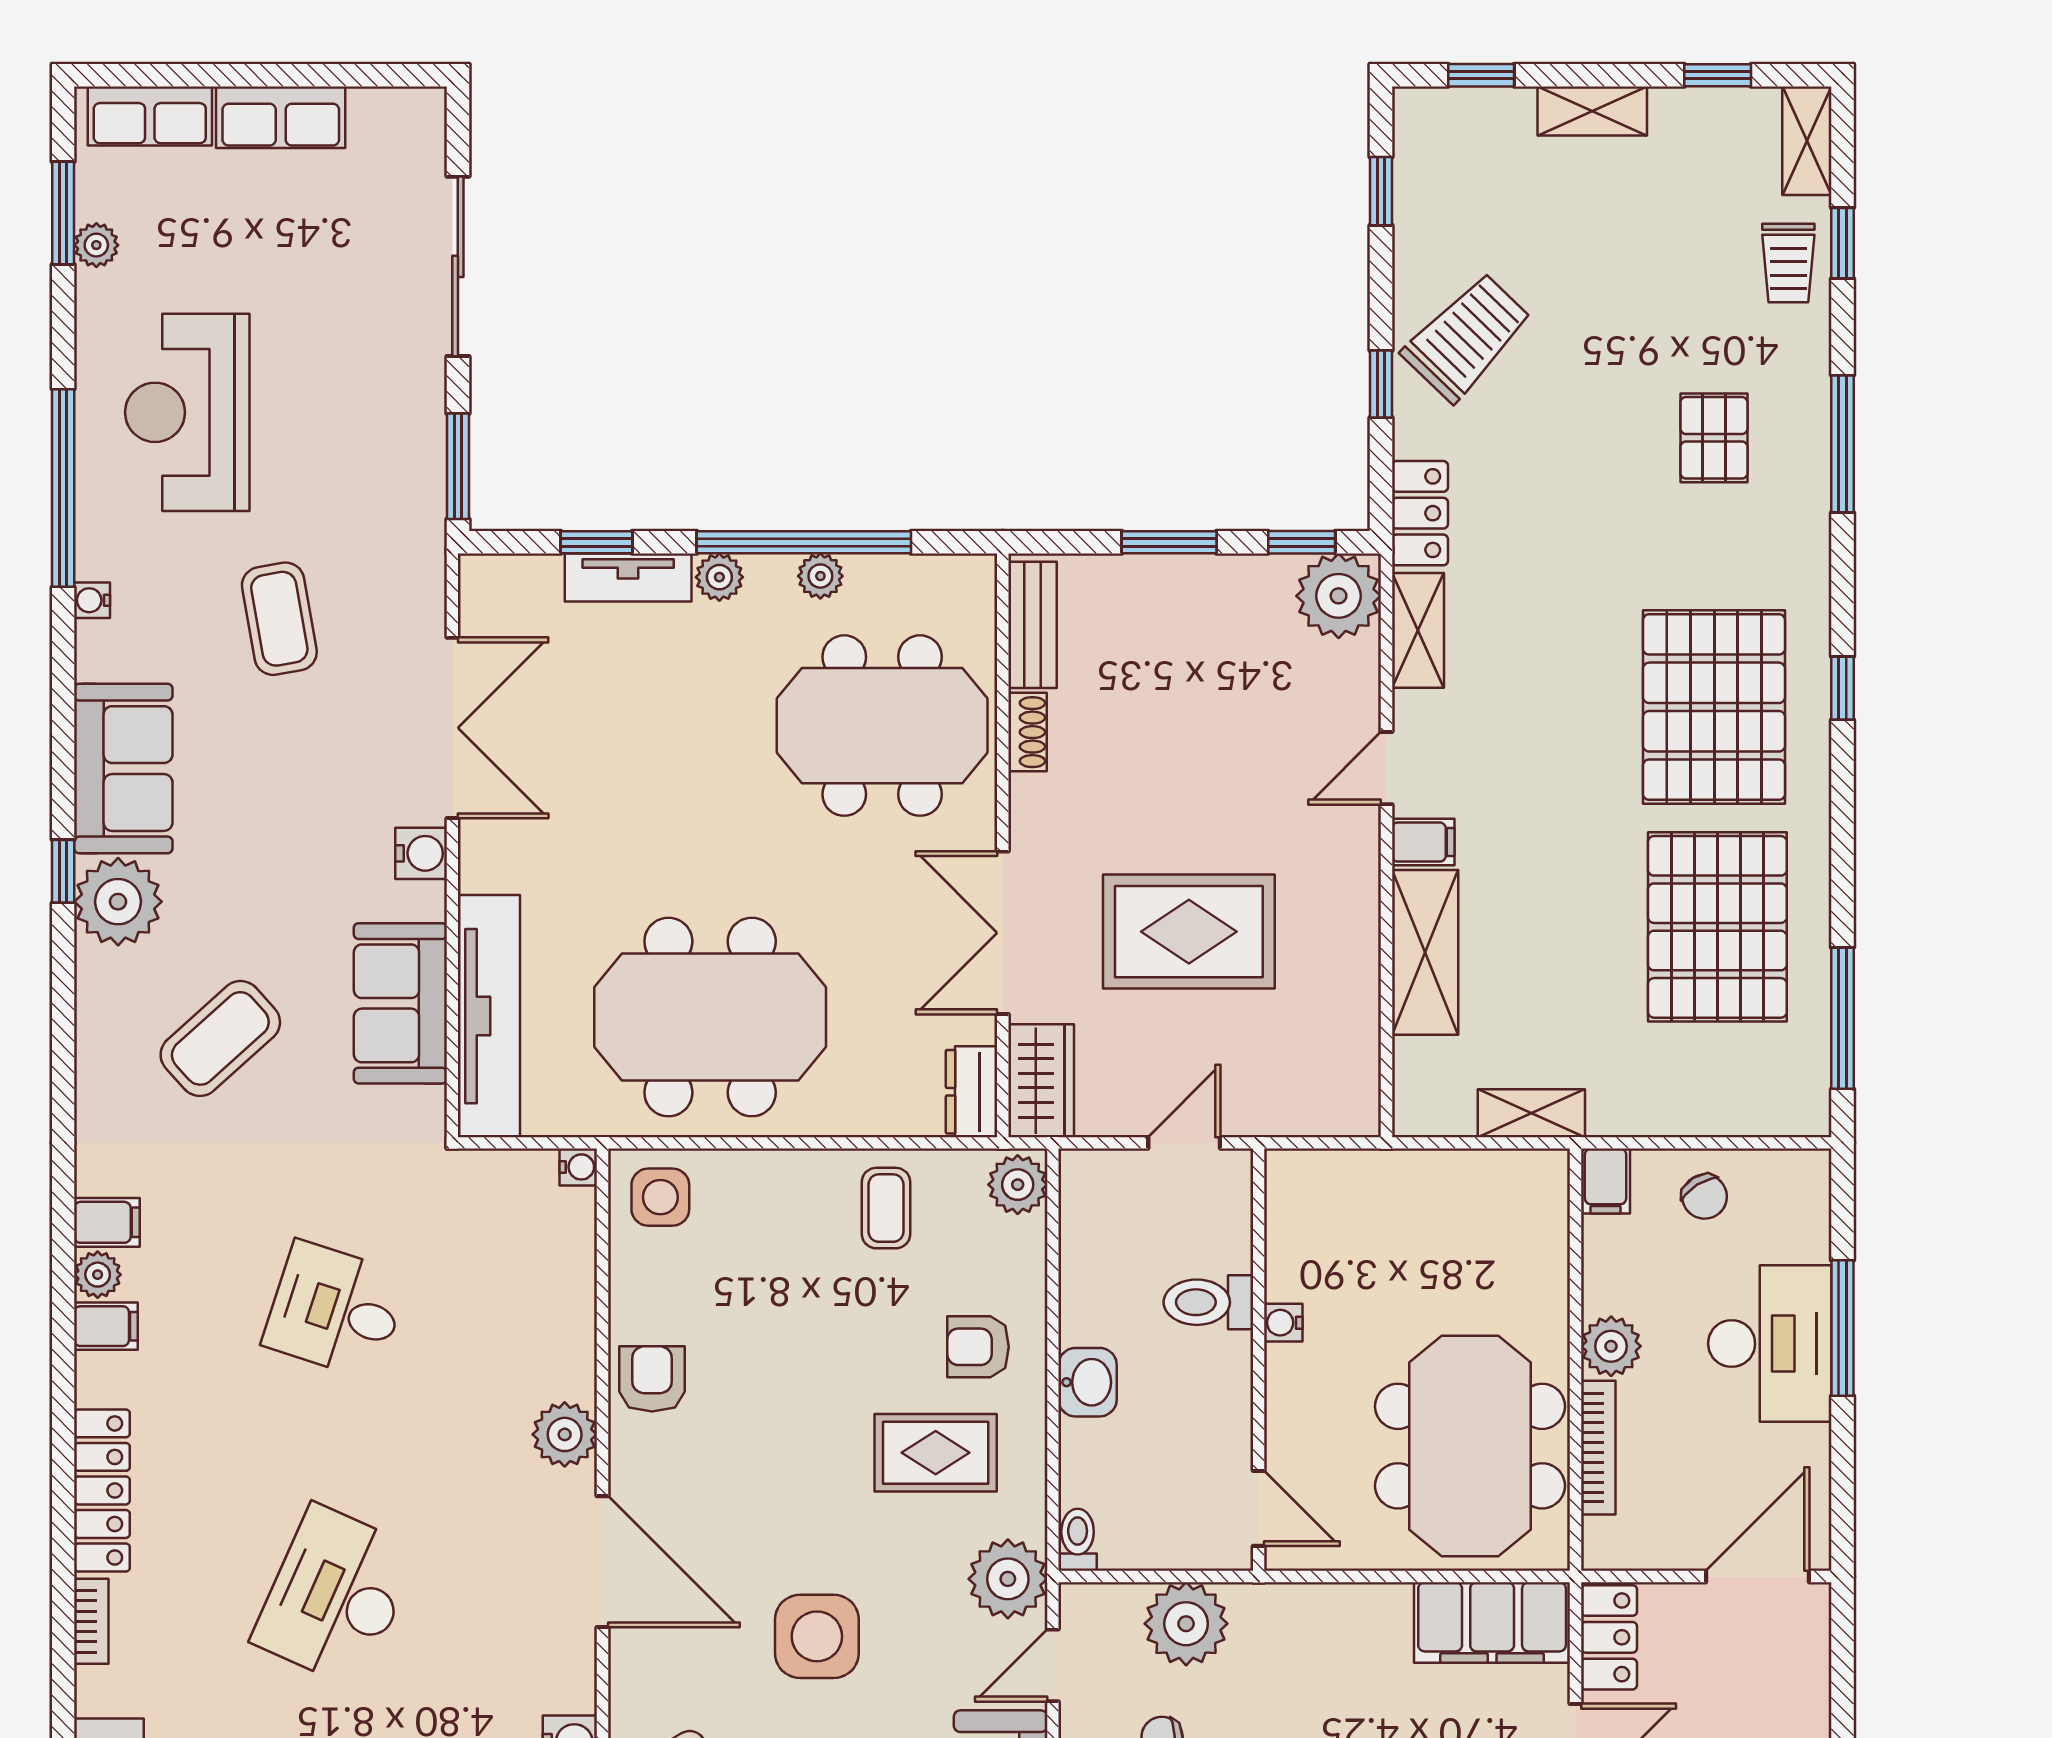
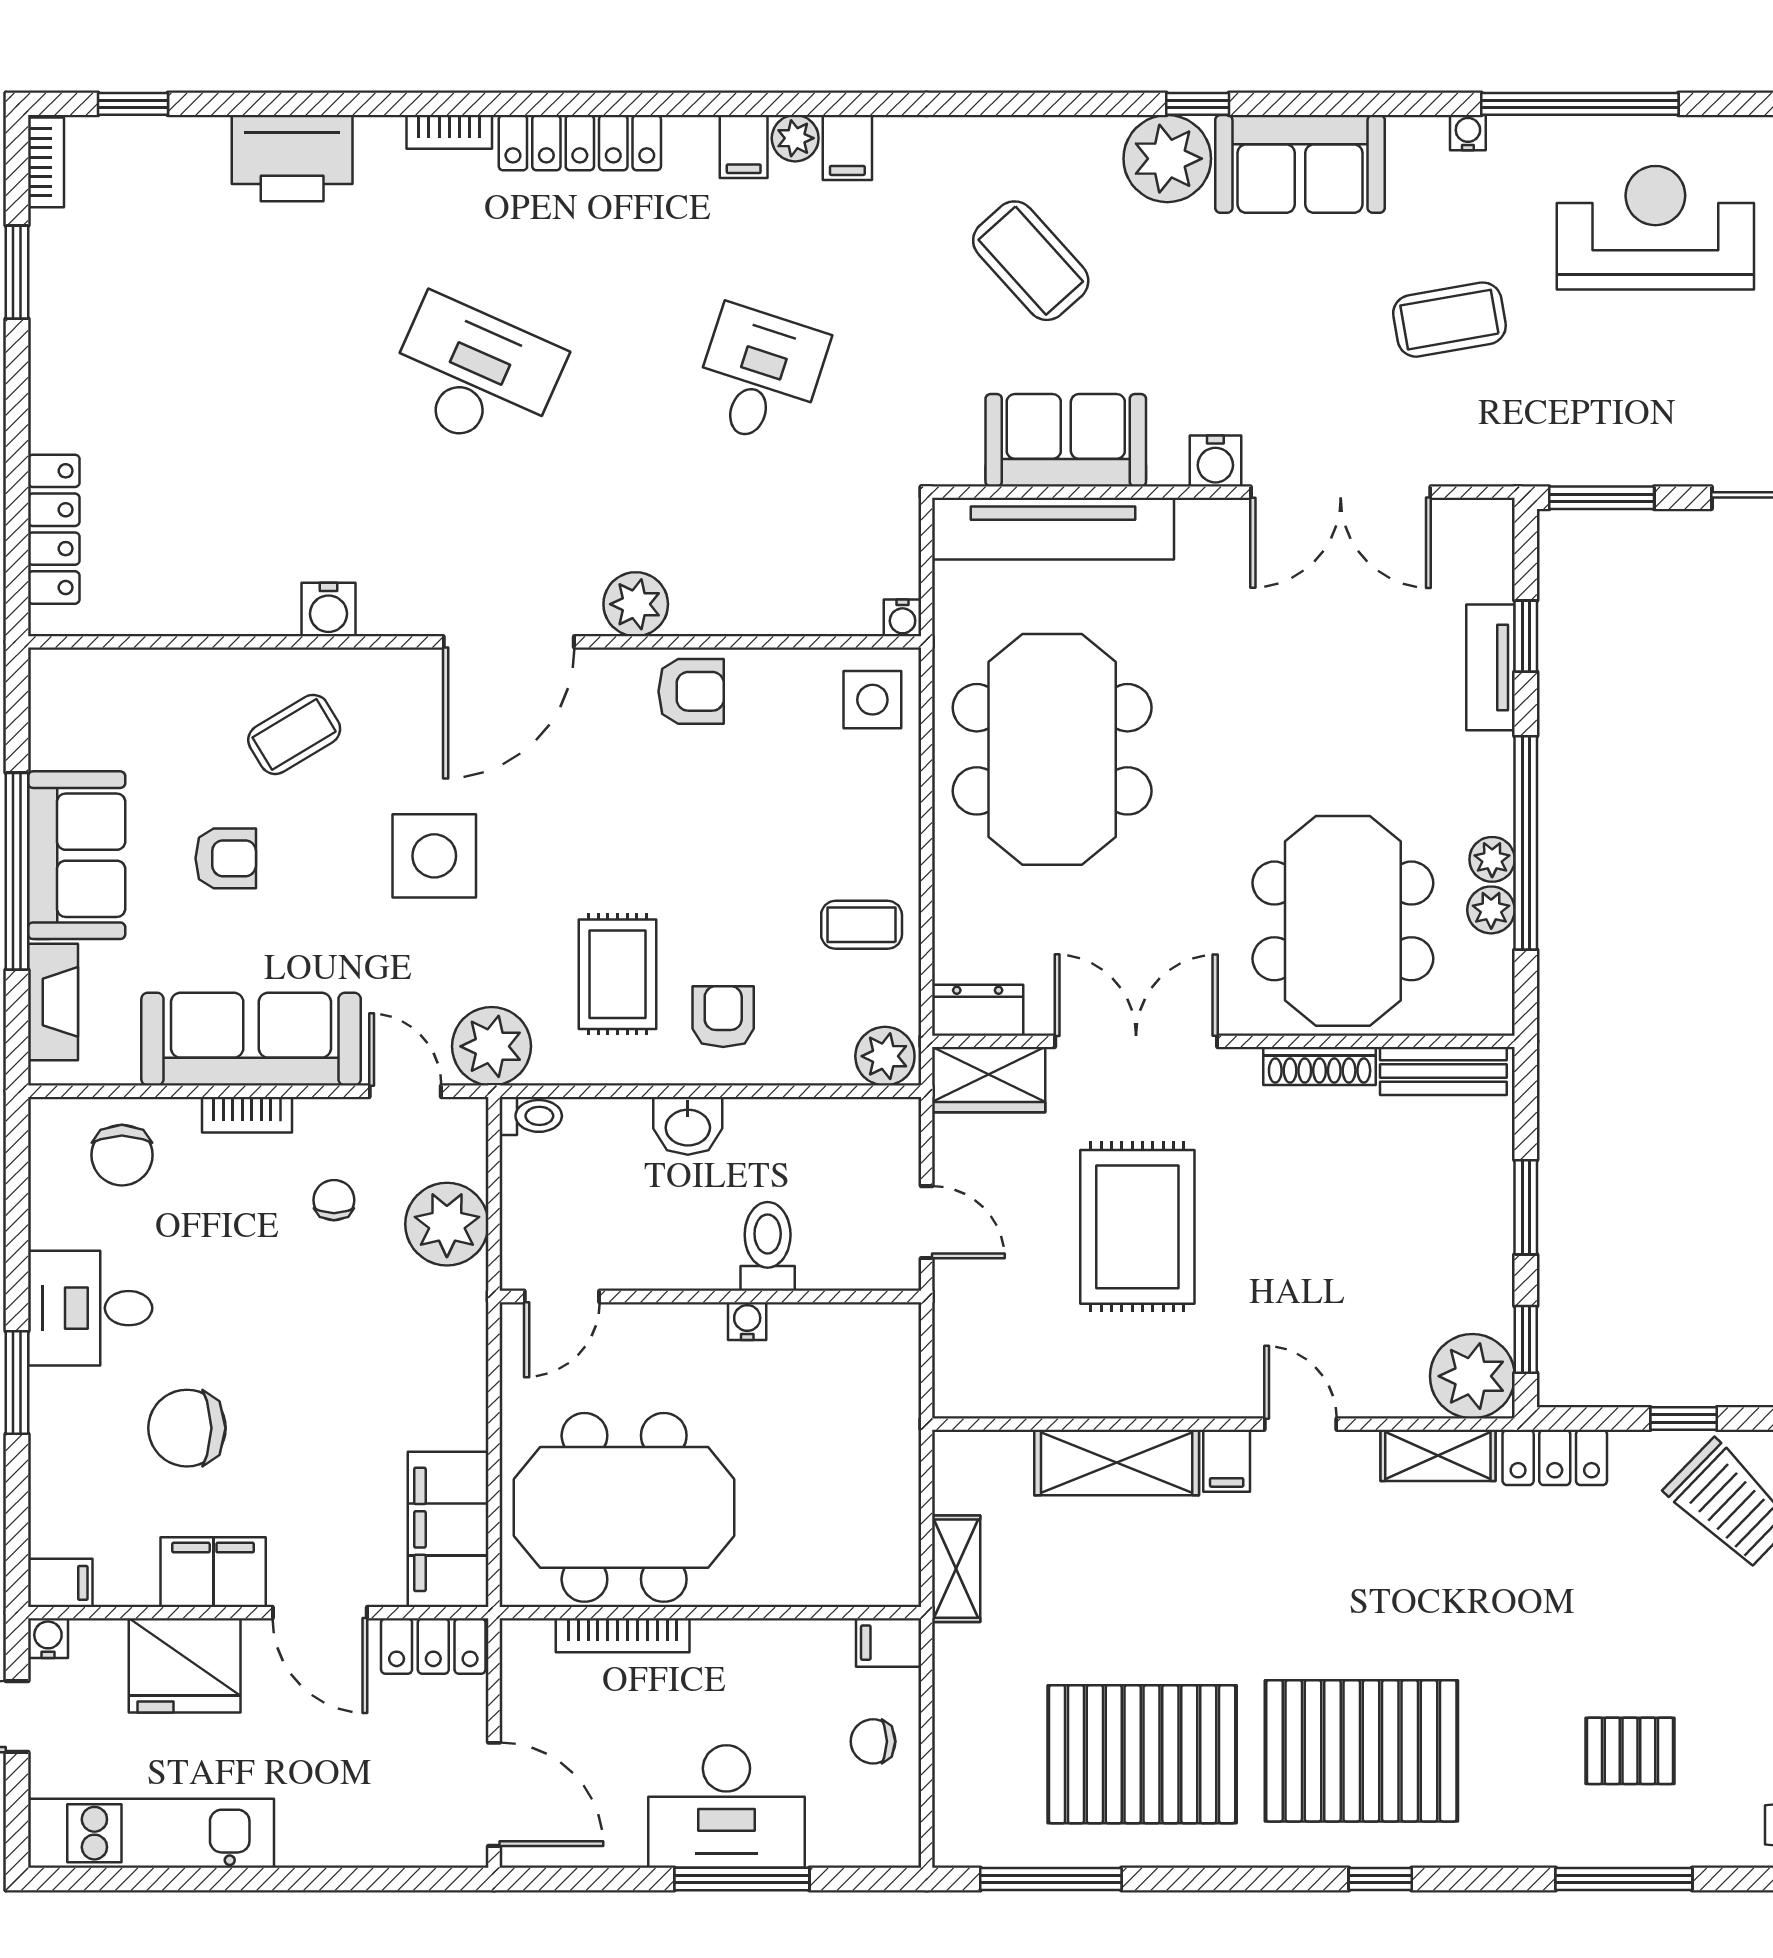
plant: (719, 577) -> (1491, 910), moved
shoe rack: (1027, 732) -> (1320, 1066), width x1.43
chair: (1705, 1197) -> (873, 1741), turned 32
plant: (1611, 1346) -> (724, 1648), removed

